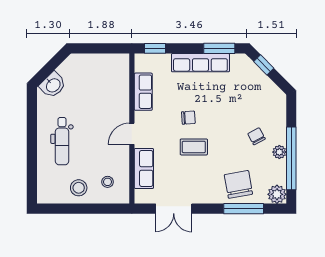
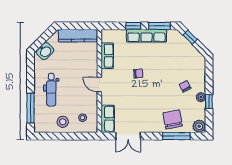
window: (155, 48) -> (133, 26), moved
kitchen counter: (100, 63) -> (78, 36), added
door: (132, 134) -> (99, 85), hinge flipped
coffee table: (194, 147) -> (142, 94), removed
window: (291, 158) -> (209, 102), width x0.32
window: (32, 168) -> (31, 108), added
row of seats: (144, 168) -> (108, 119), moved

